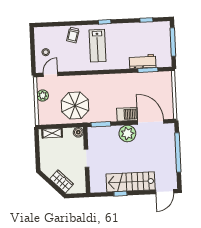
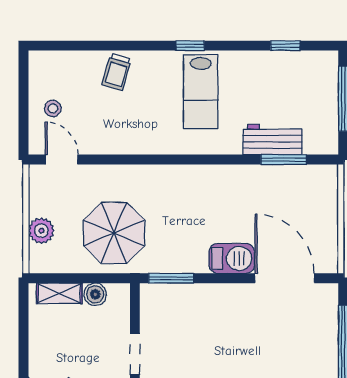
lab bench: (98, 46) -> (201, 92), moved
door: (50, 74) -> (62, 160), hinge flipped
plant: (43, 95) -> (41, 231), moved
boiler: (78, 132) -> (95, 294), moved
plant: (127, 134) -> (230, 302), removed

